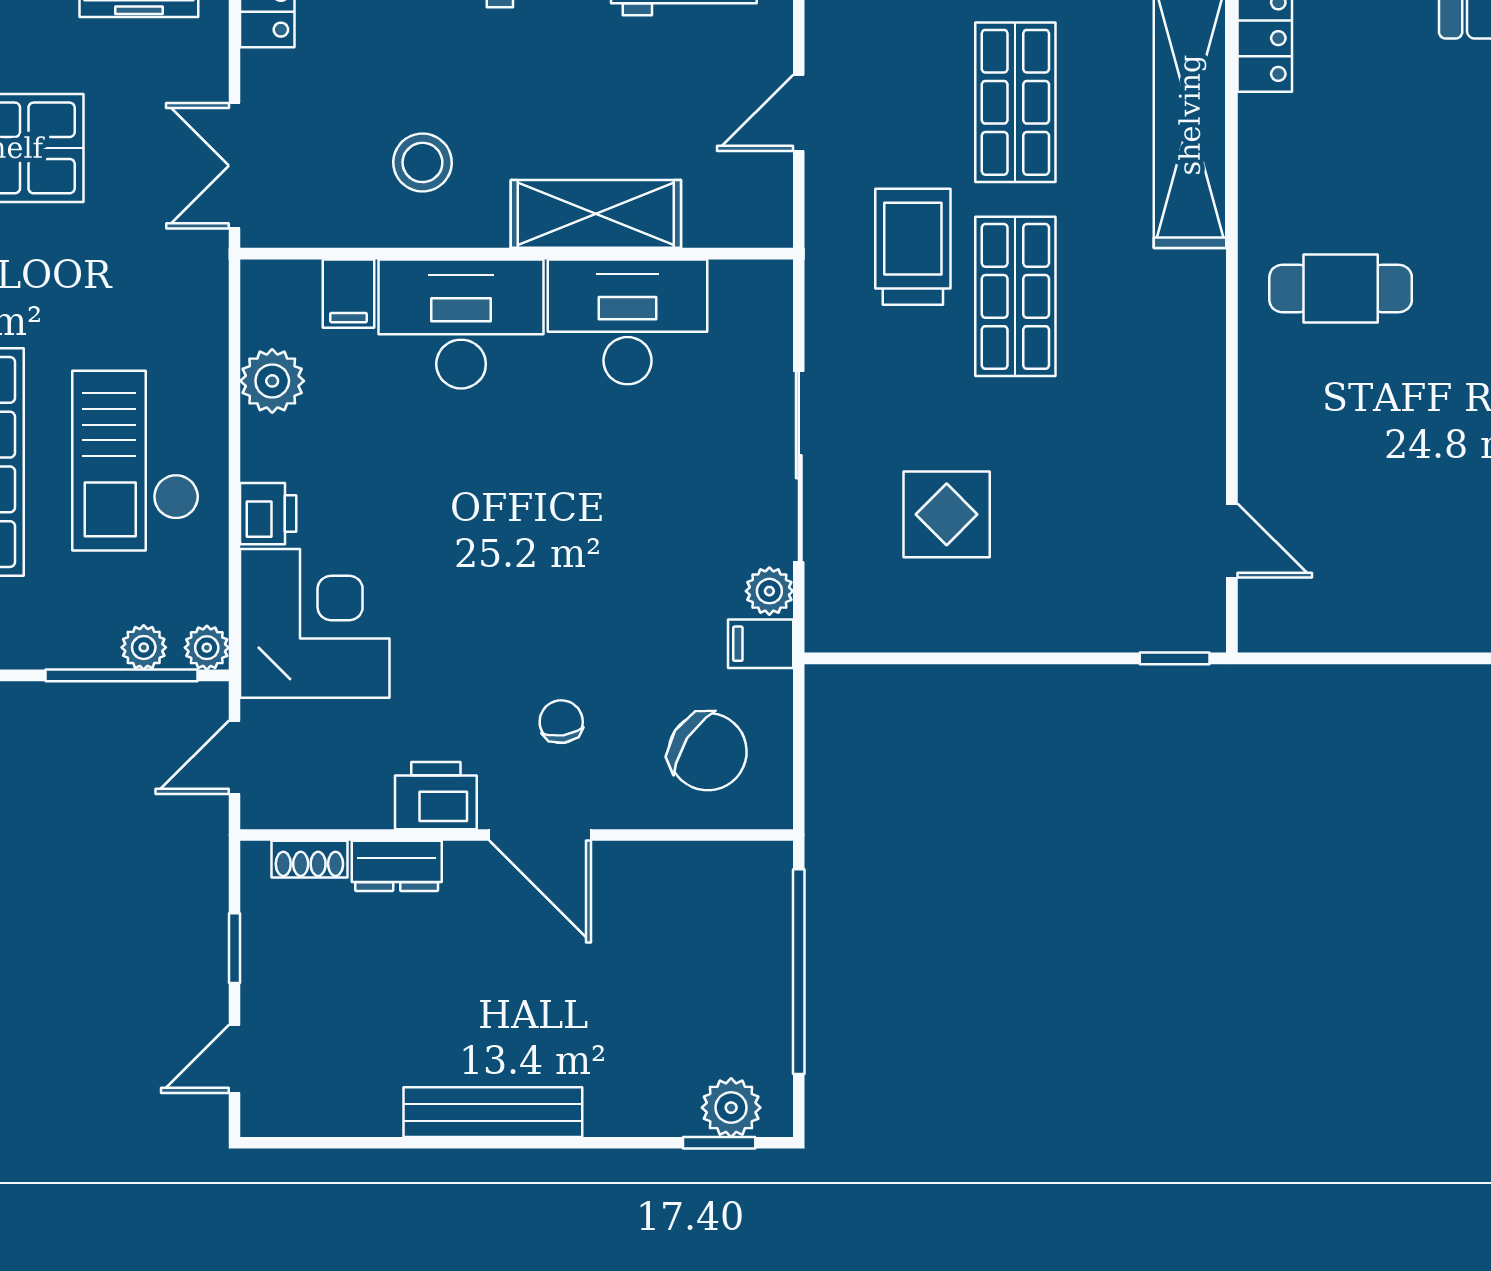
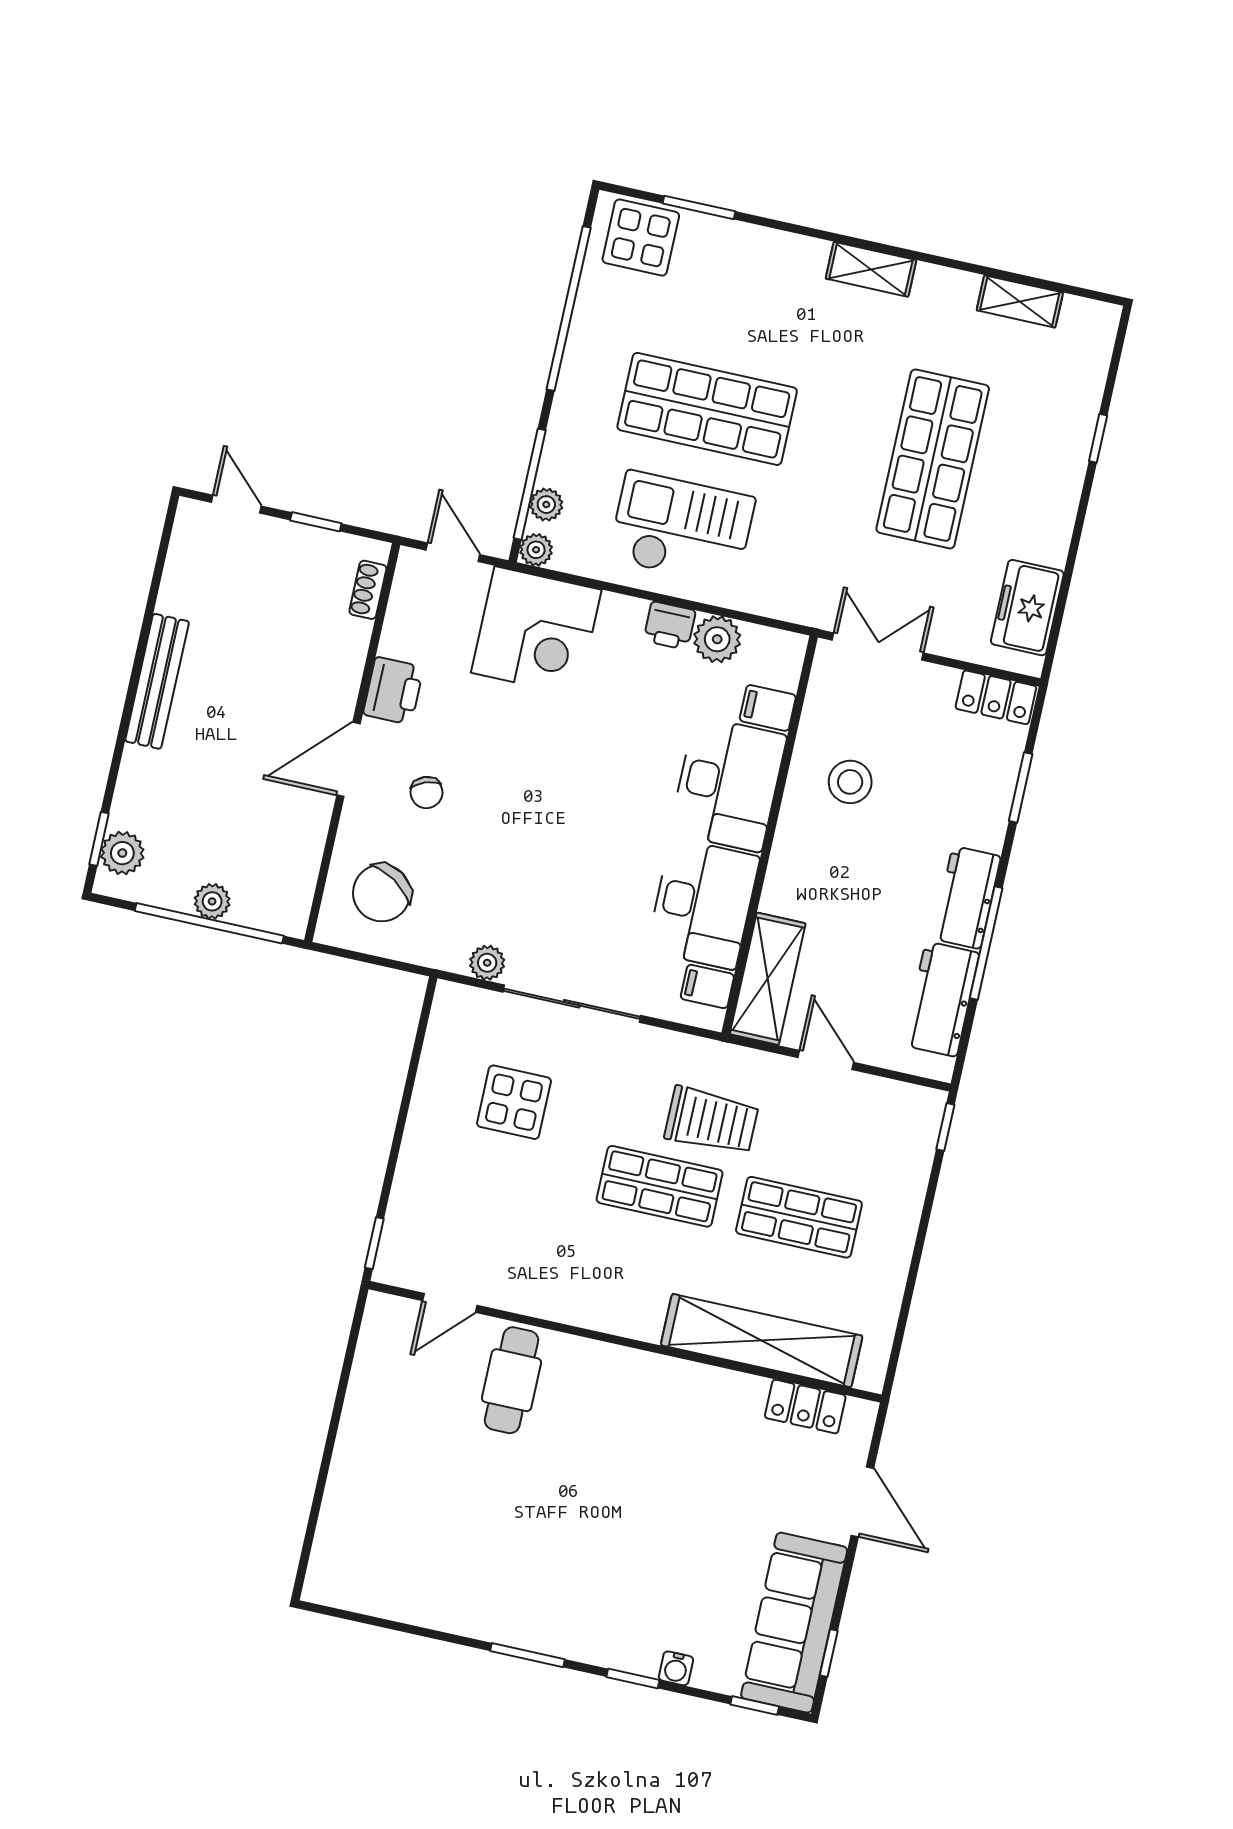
shelving: (596, 214) -> (768, 979), moved
cafe table: (1341, 289) -> (511, 1380), moved
printer: (268, 514) -> (670, 626), moved
filing cabinet: (761, 644) -> (707, 986), moved, turned -90
chair: (561, 722) -> (427, 792), turned 78
dresser: (397, 866) -> (349, 651), removed
plant: (769, 974) -> (212, 901), added

